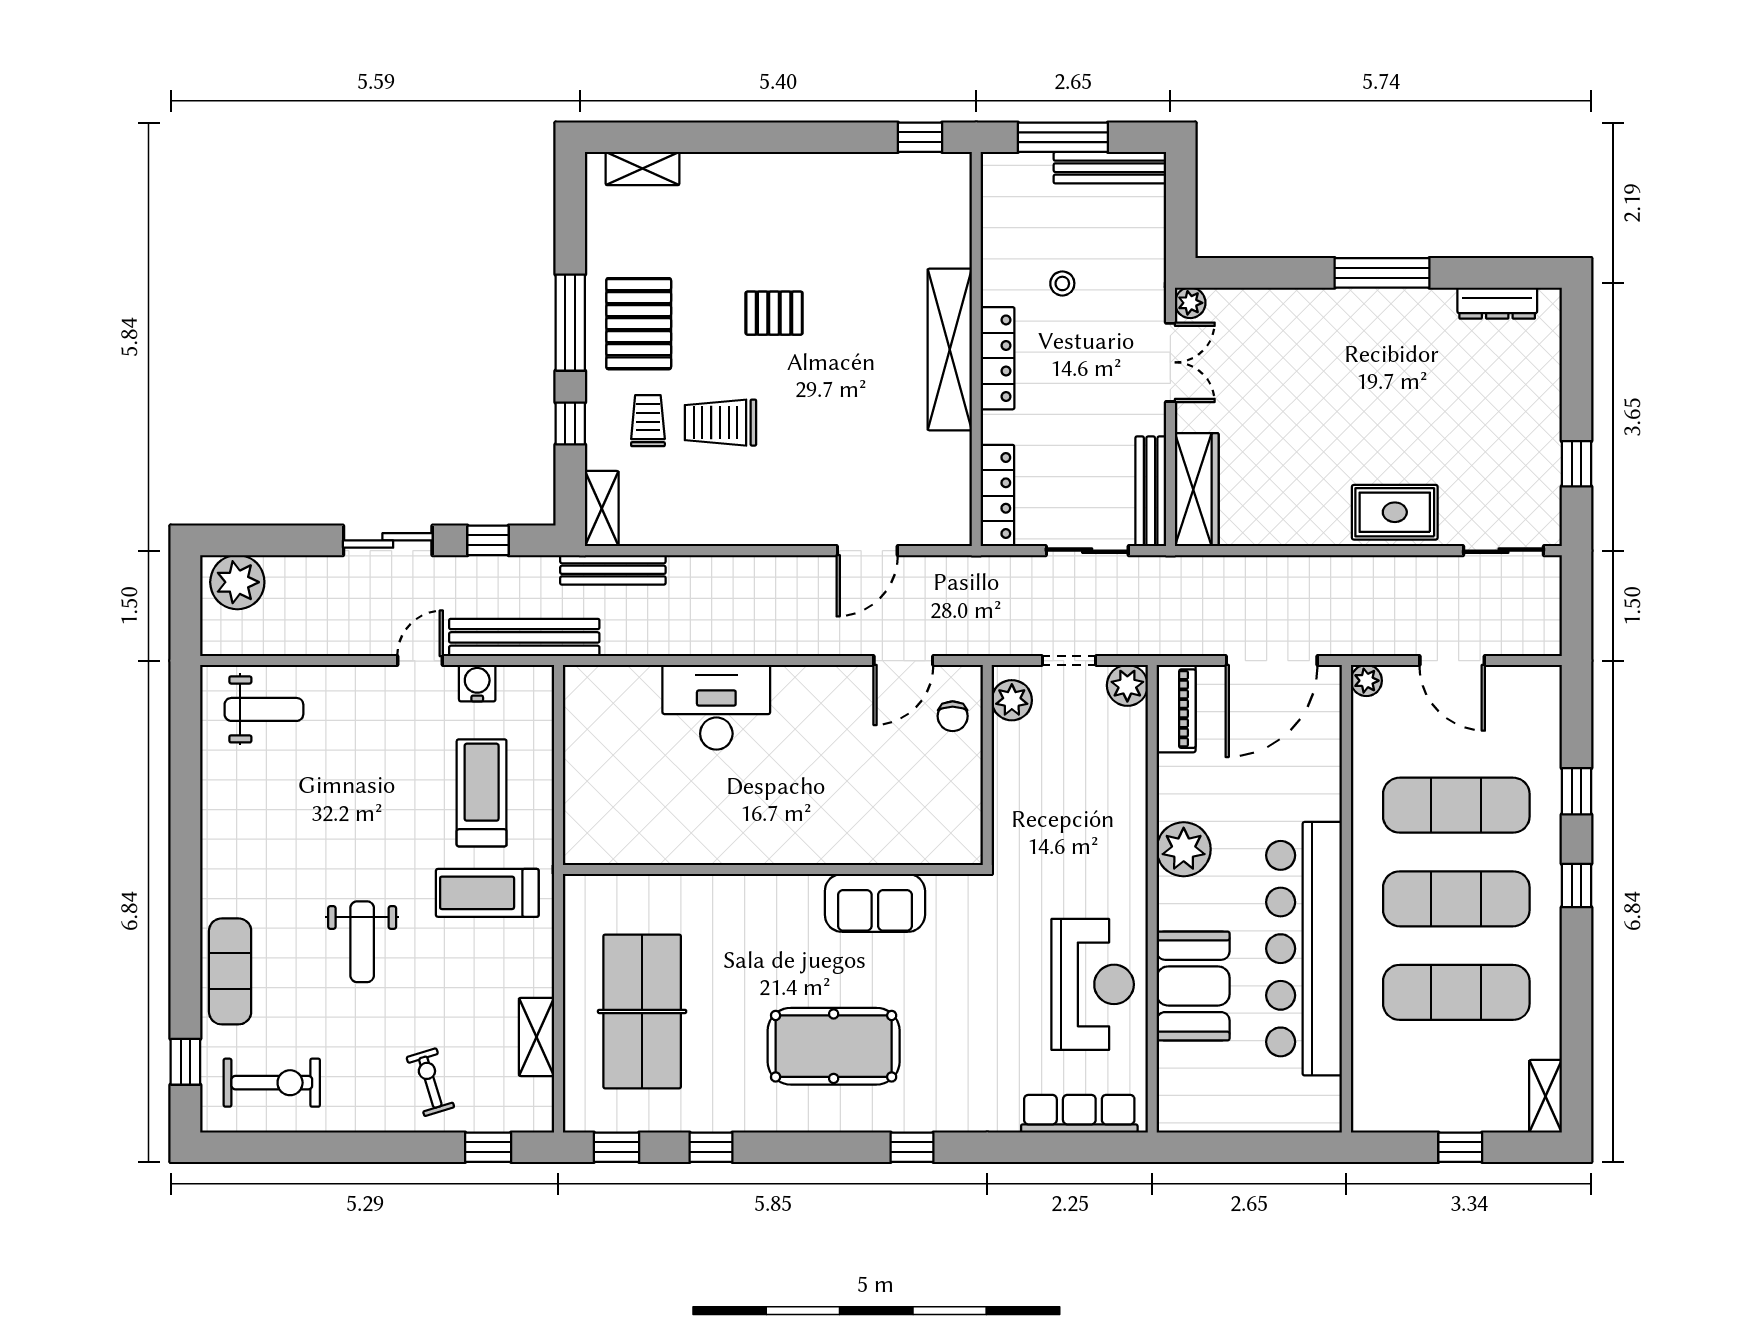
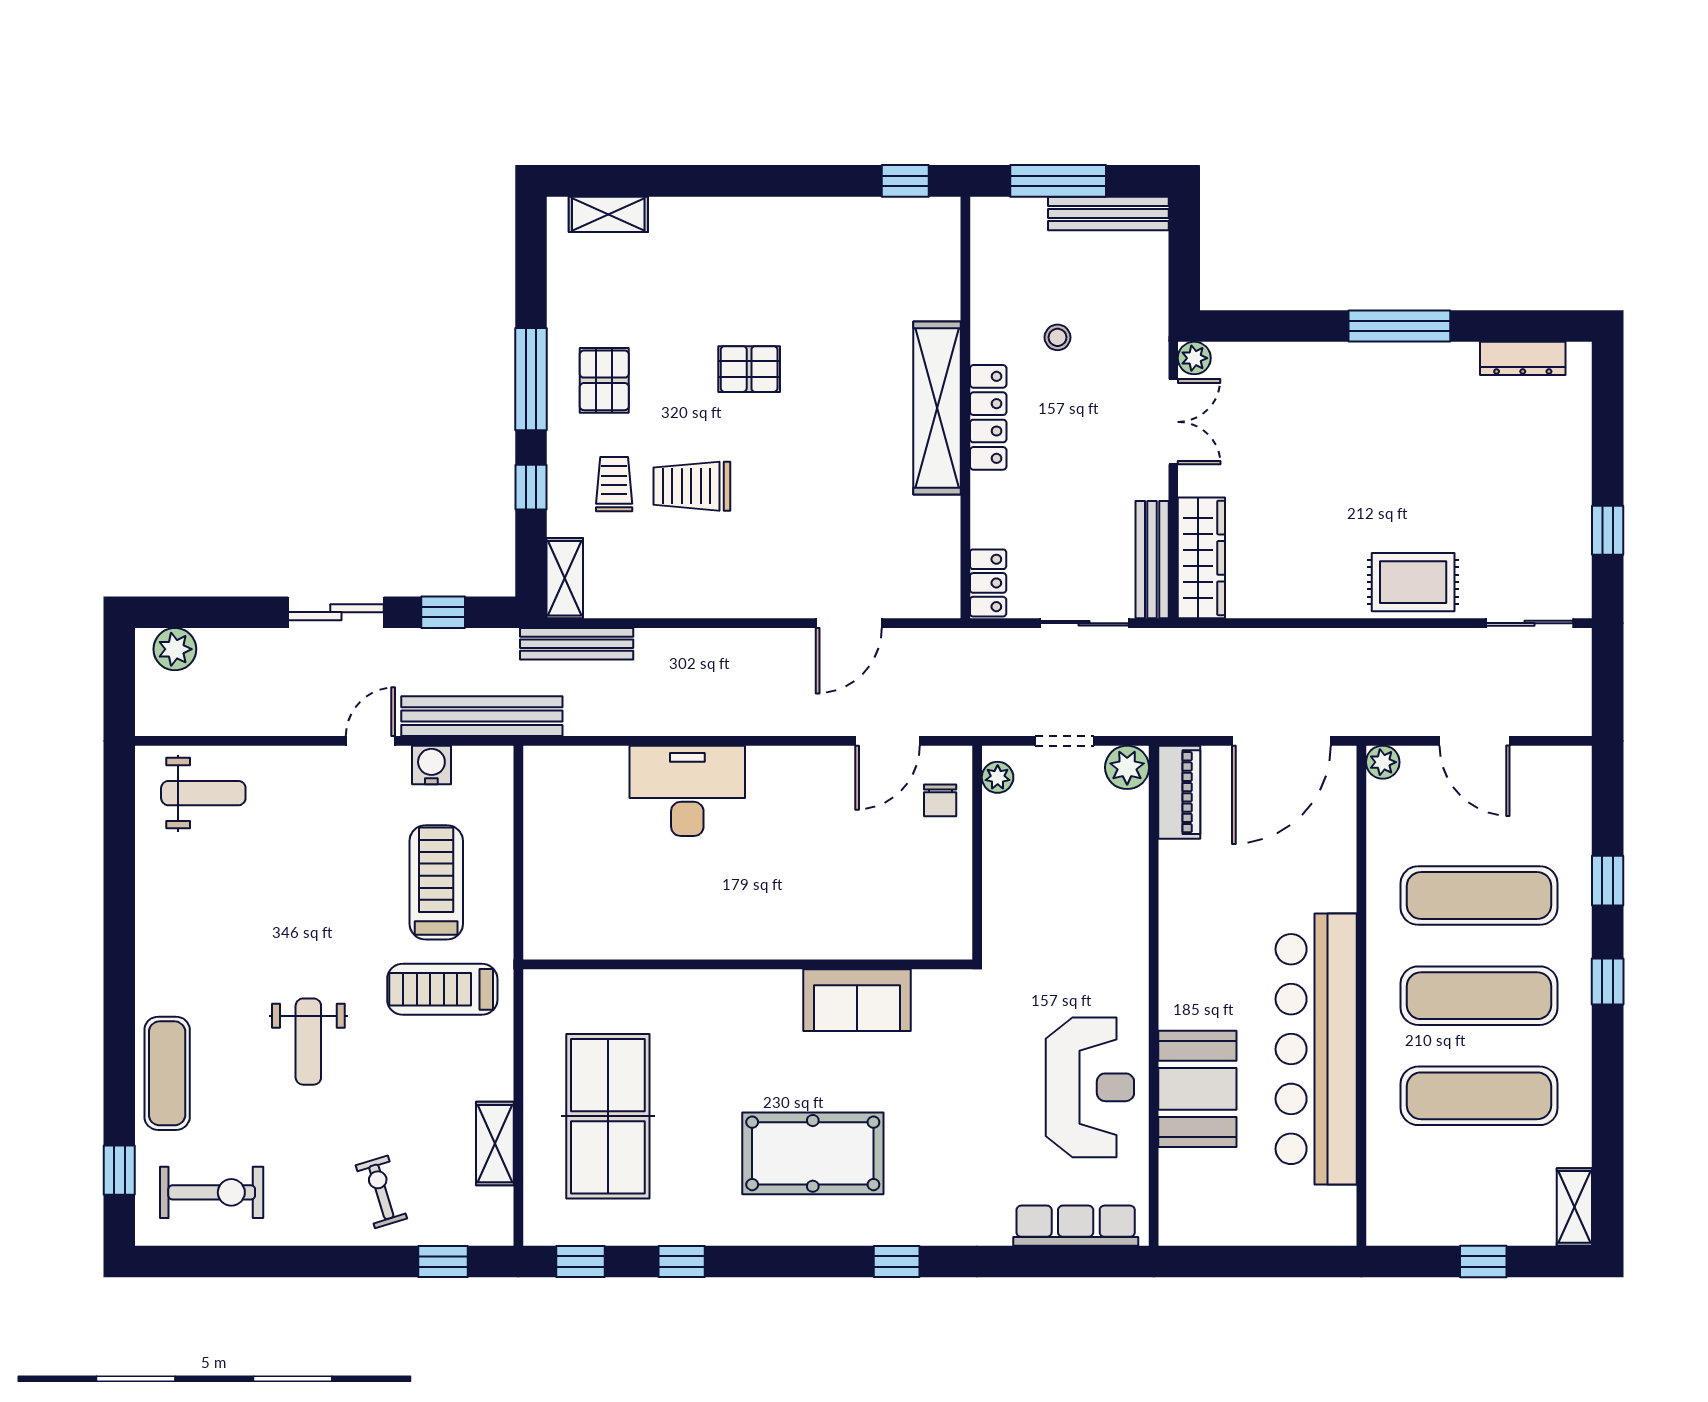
pallet: (639, 324) -> (604, 380), width x0.67, depth x0.71
locker: (997, 496) -> (988, 583), width x0.66
plant: (237, 582) -> (175, 649), width x0.73, depth x0.73
plant: (1012, 700) -> (998, 777), width x0.73, depth x0.73
plant: (1184, 849) -> (1187, 943), removed

